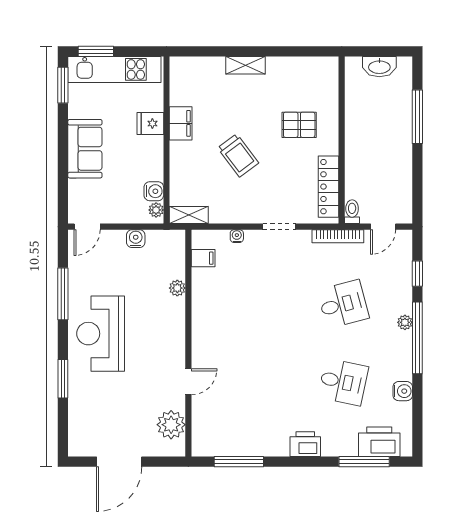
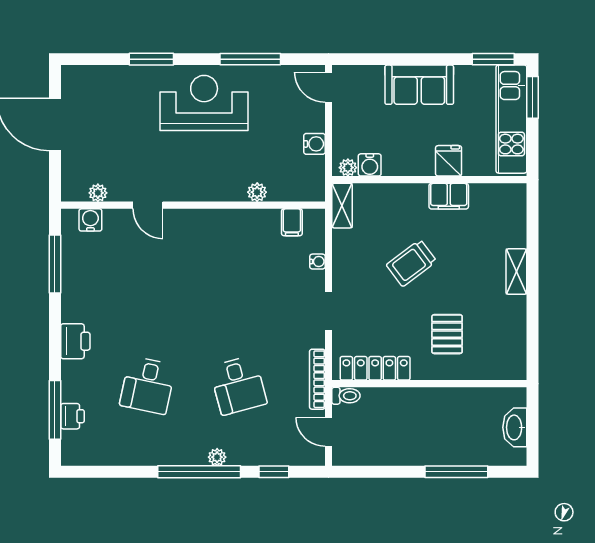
water cooler: (403, 391) -> (90, 220), moved, turned 180
plant: (171, 425) -> (98, 193), width x0.53, depth x0.53
printer: (379, 442) -> (72, 416), width x0.53, depth x0.68

